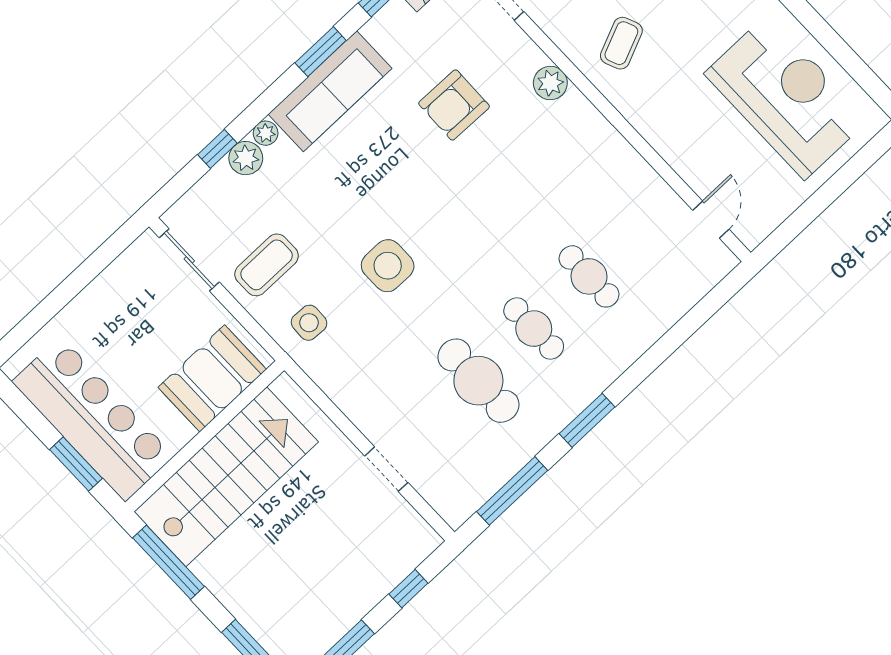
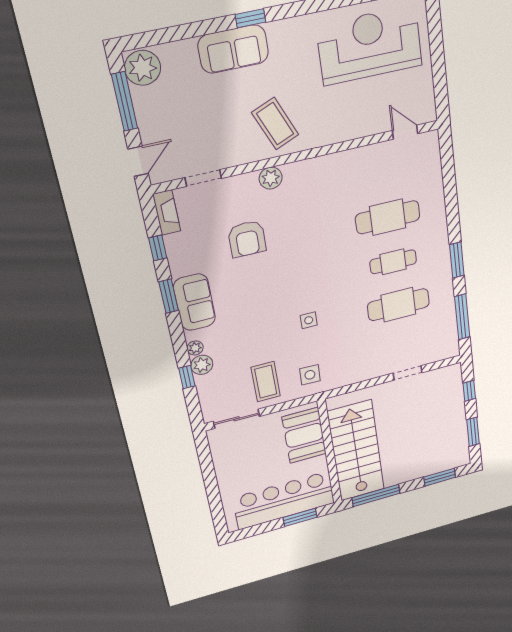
coffee table: (621, 43) -> (275, 124), width x1.36, depth x1.30
sofa: (330, 91) -> (194, 302), width x0.73
side table: (388, 266) -> (309, 320), width x0.54, depth x0.54
cafe table: (589, 276) -> (388, 217), width x1.37, depth x1.35

